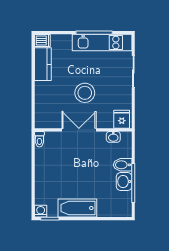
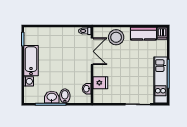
stool: (85, 93) -> (116, 37), moved
fridge: (122, 119) -> (100, 83), moved
double door: (79, 130) -> (92, 51), moved
washing machine: (41, 211) -> (29, 81), moved

